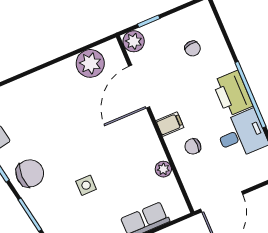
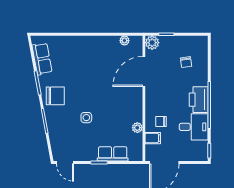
plant: (90, 63) -> (124, 41), width x0.53, depth x0.53
filing cabinet: (170, 124) -> (153, 138), moved

